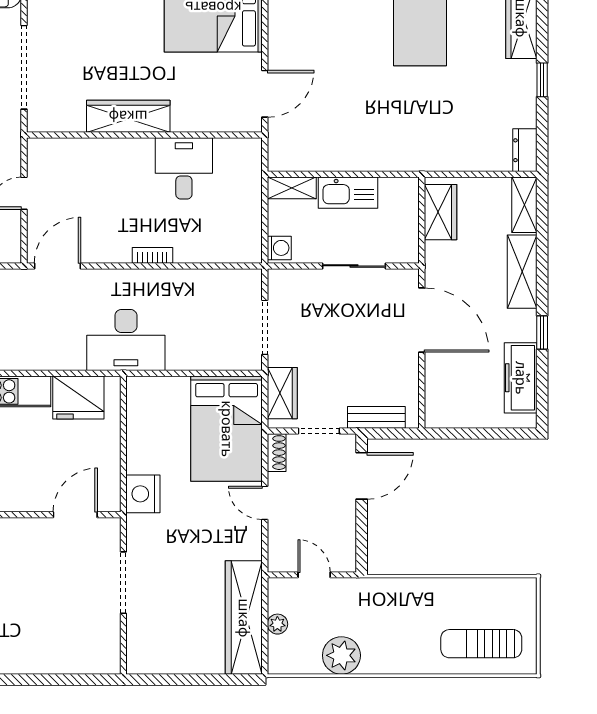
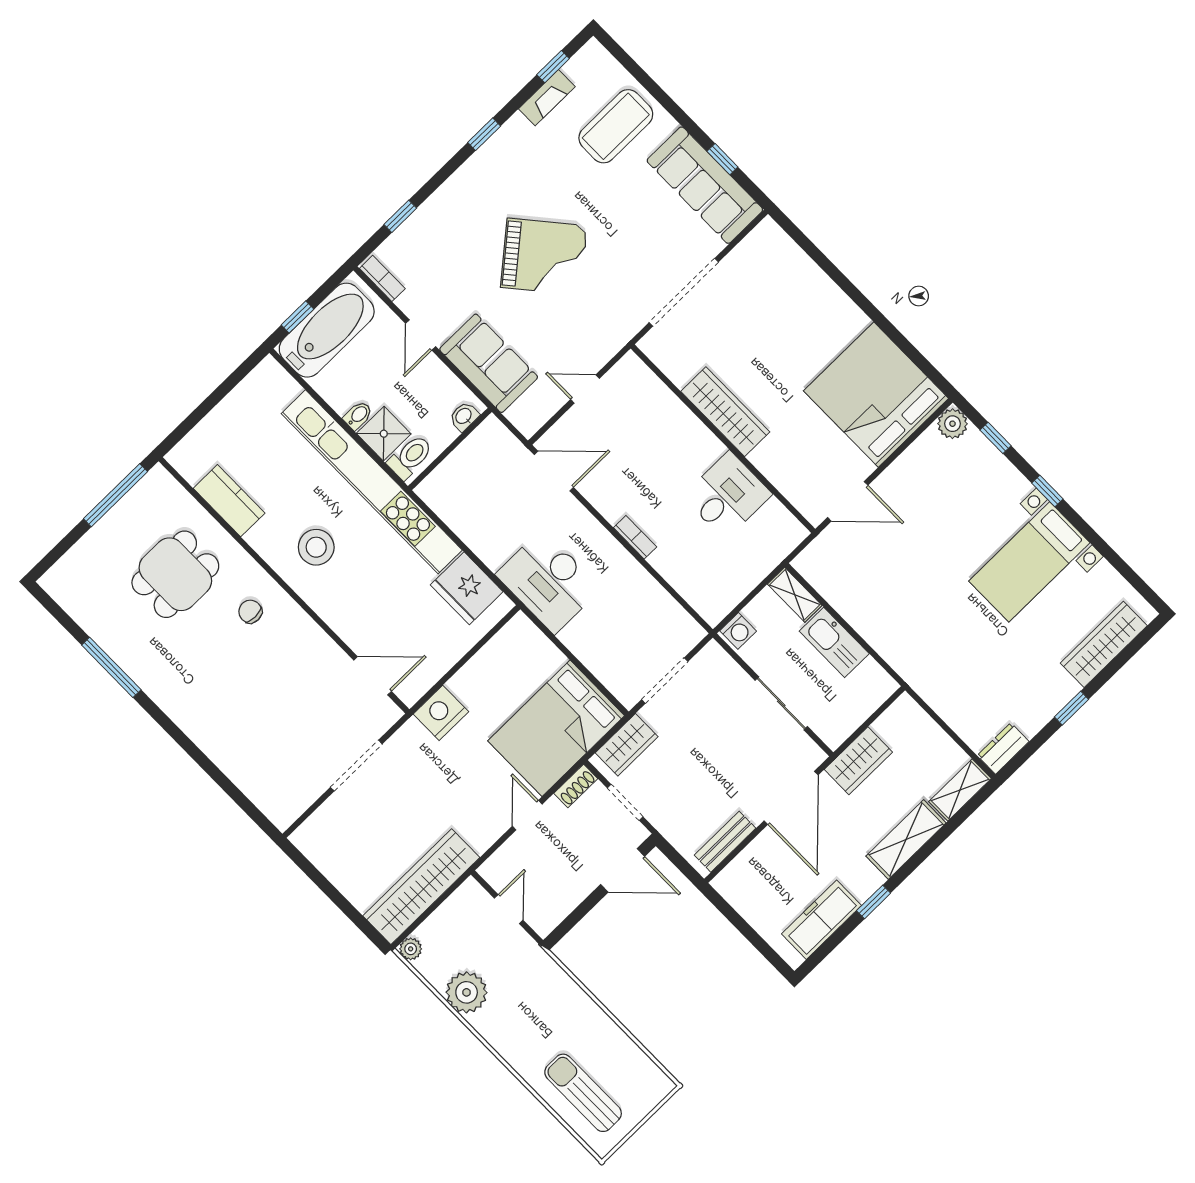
wardrobe: (441, 212) -> (858, 761), moved
bench: (376, 417) -> (725, 842), moved, turned 90
plant: (277, 624) -> (411, 949), moved

